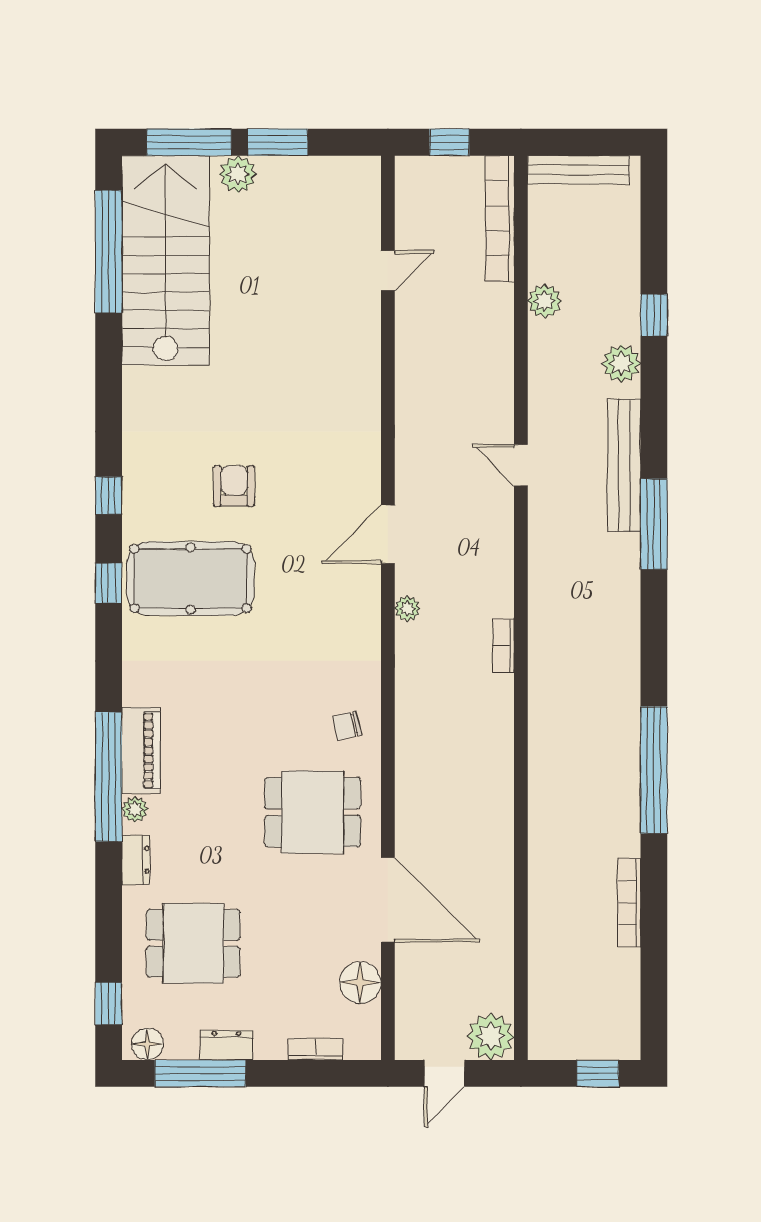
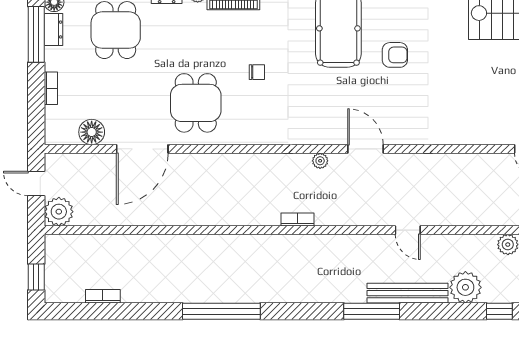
plant: (621, 364) -> (465, 287), width x1.36, depth x1.36
door: (521, 465) -> (408, 230), swing flipped
chair: (347, 726) -> (257, 72), moved, turned 103
bookcase: (629, 903) -> (103, 296), moved, width x0.64
dresser: (227, 1045) -> (53, 30), moved
bookcase: (316, 1049) -> (51, 88), moved

